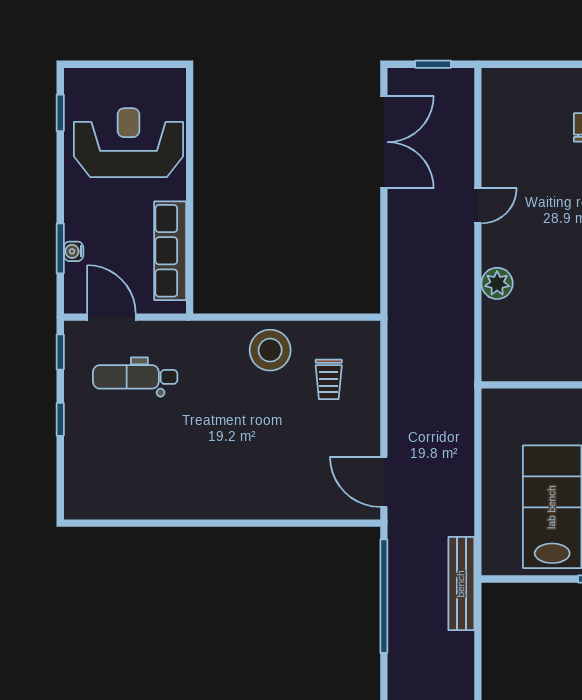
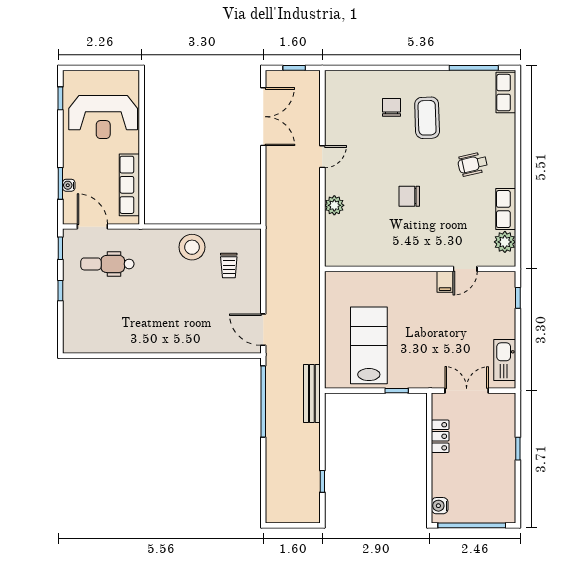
reception desk: (128, 143) -> (103, 117), turned 180

